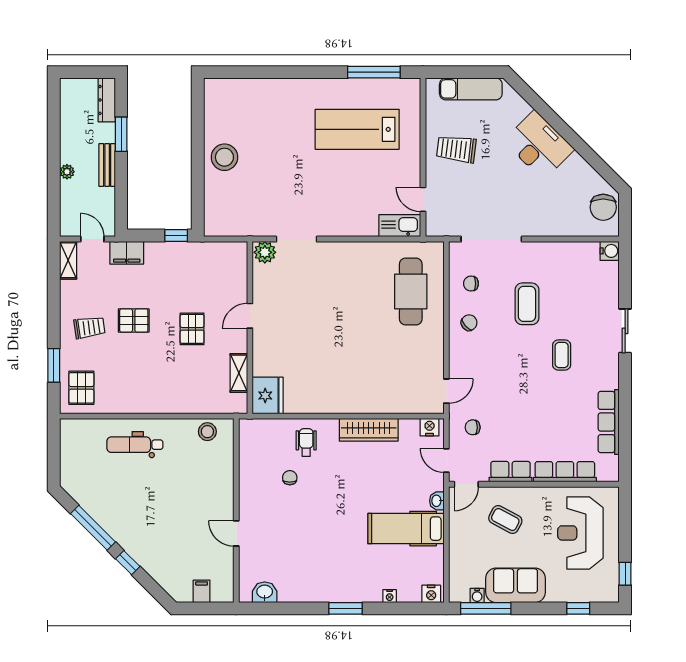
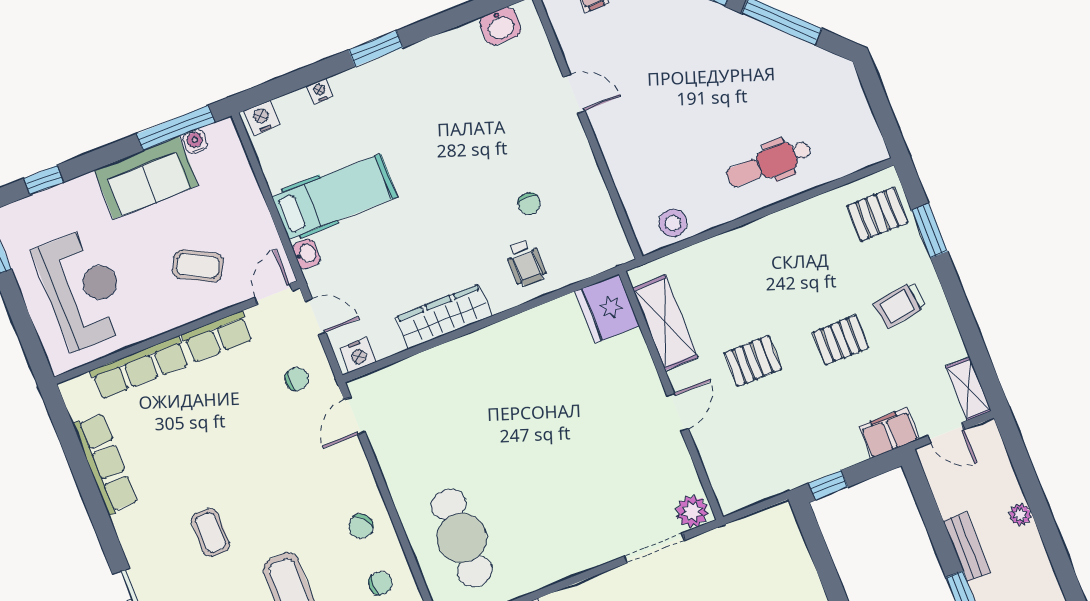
pallet: (192, 329) -> (753, 361), turned 90
shelving: (239, 373) -> (665, 323), width x1.50, depth x1.33
pallet: (81, 388) -> (877, 214), turned 90
dental chair: (135, 445) -> (769, 163), turned 180

